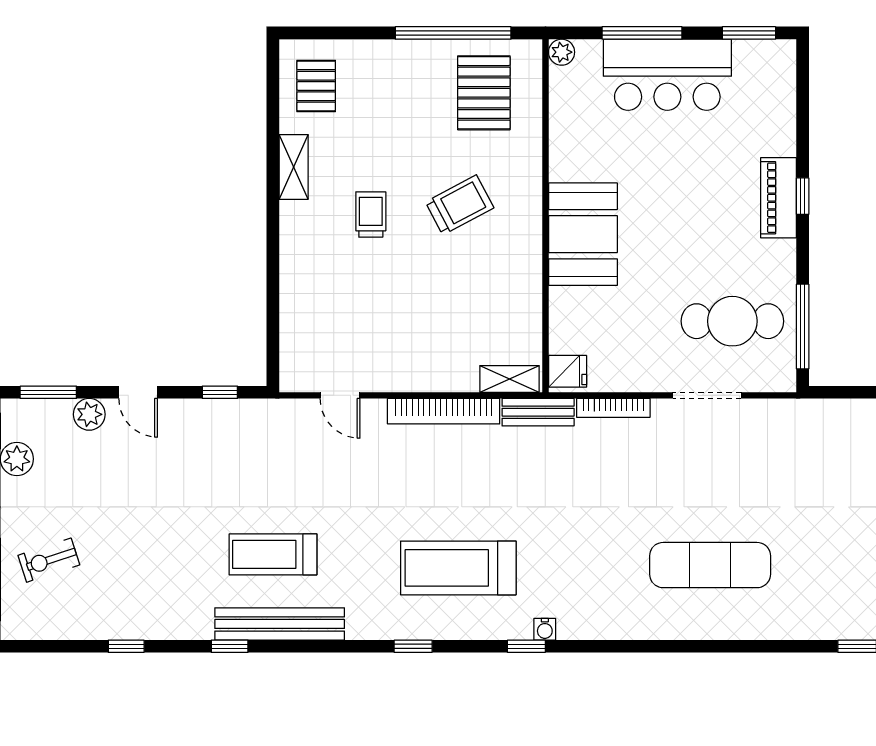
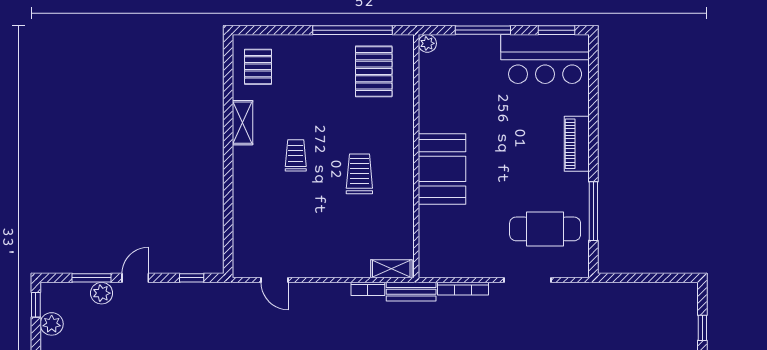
bar counter: (667, 75) -> (545, 59), moved
window: (803, 196) -> (593, 143), removed
trolley: (460, 205) -> (359, 174), moved, turned -62
window: (803, 327) -> (593, 211), moved
fridge: (568, 371) -> (431, 263), removed
window: (48, 392) -> (92, 278), moved
door: (138, 392) -> (135, 278), swing flipped
bookcase: (444, 411) -> (368, 289), width x0.43, depth x0.76

